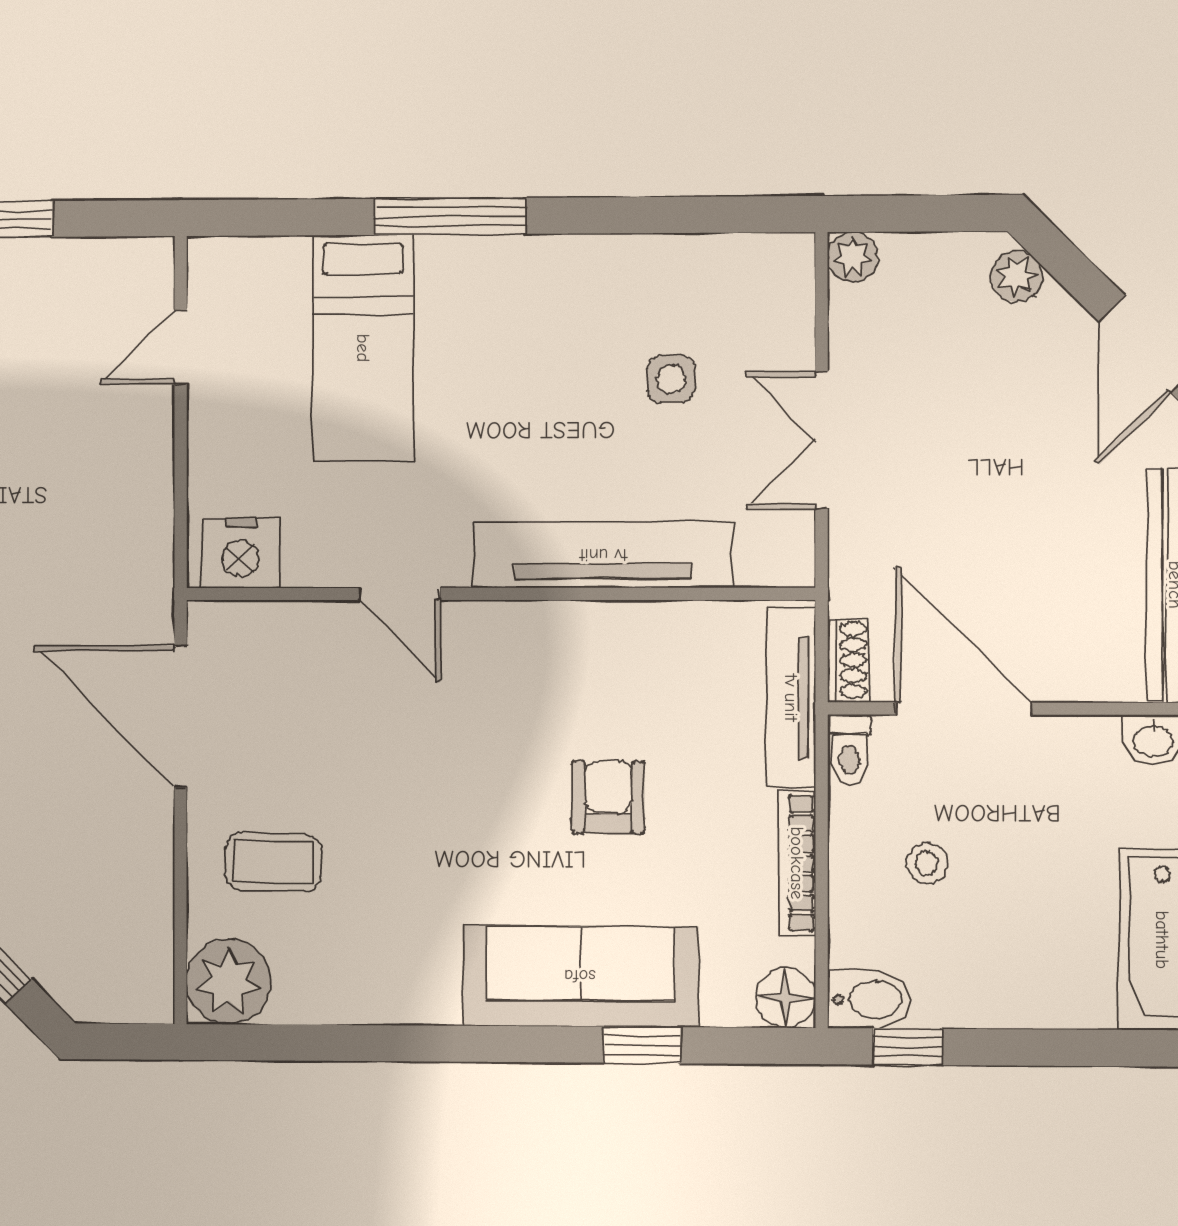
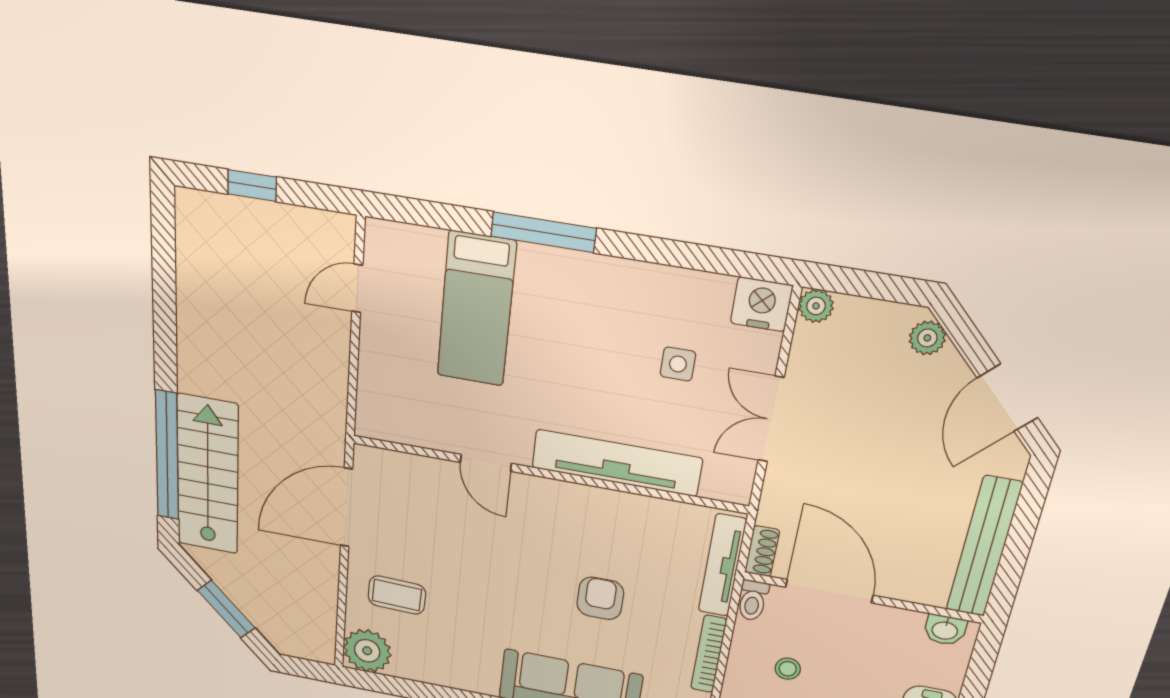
nightstand: (241, 553) -> (761, 304), moved, turned 180
door: (181, 717) -> (346, 508), hinge flipped

